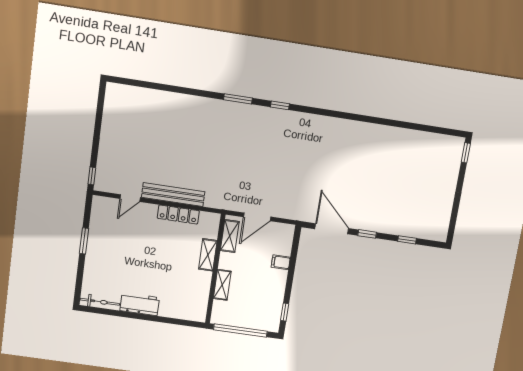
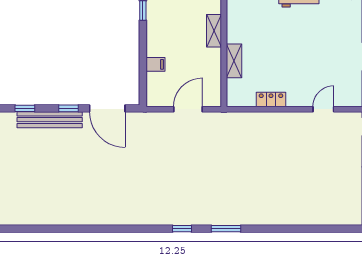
bench: (173, 195) -> (50, 120), moved
locker: (178, 214) -> (271, 99), width x0.66
shelving: (230, 236) -> (214, 85), removed

